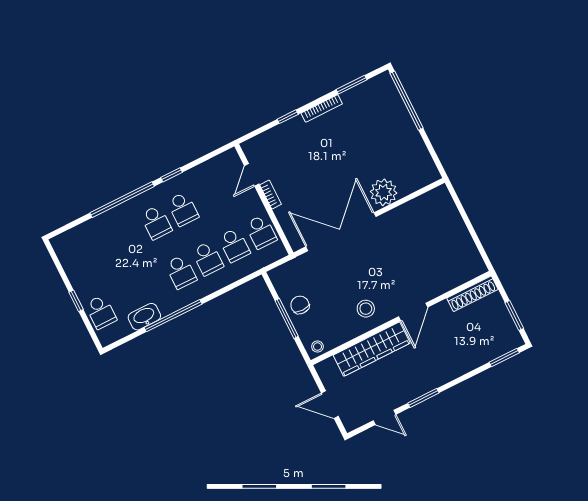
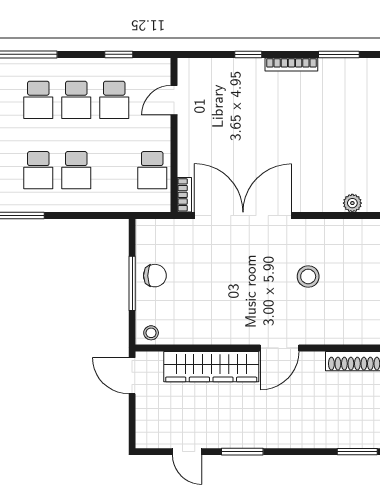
window: (172, 175) -> (119, 54), moved
plant: (384, 192) -> (352, 203), moved, width x0.53, depth x0.53
bookcase: (271, 195) -> (184, 195), moved
school desk: (234, 245) -> (114, 100), moved
chair: (300, 305) -> (155, 276), turned 90
stool: (366, 309) -> (308, 276), moved
door: (330, 405) -> (132, 376), moved

